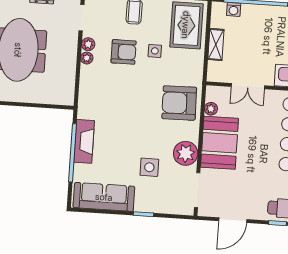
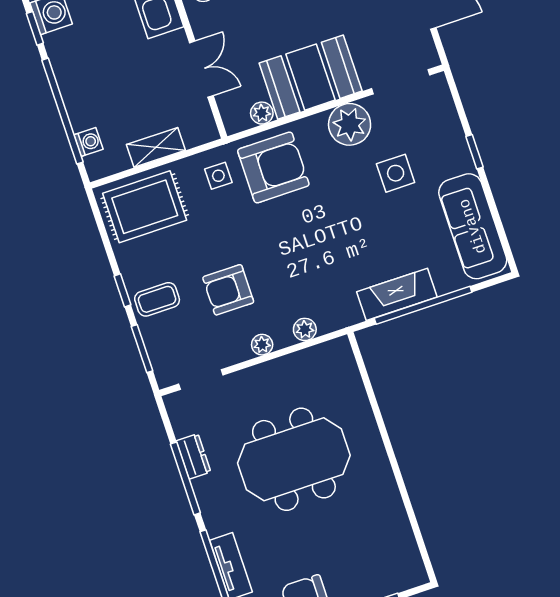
plant: (88, 44) -> (305, 329), moved
side table: (155, 51) -> (218, 176), moved
armchair: (124, 52) -> (228, 290), turned -90
armchair: (179, 103) -> (273, 168), turned -89

